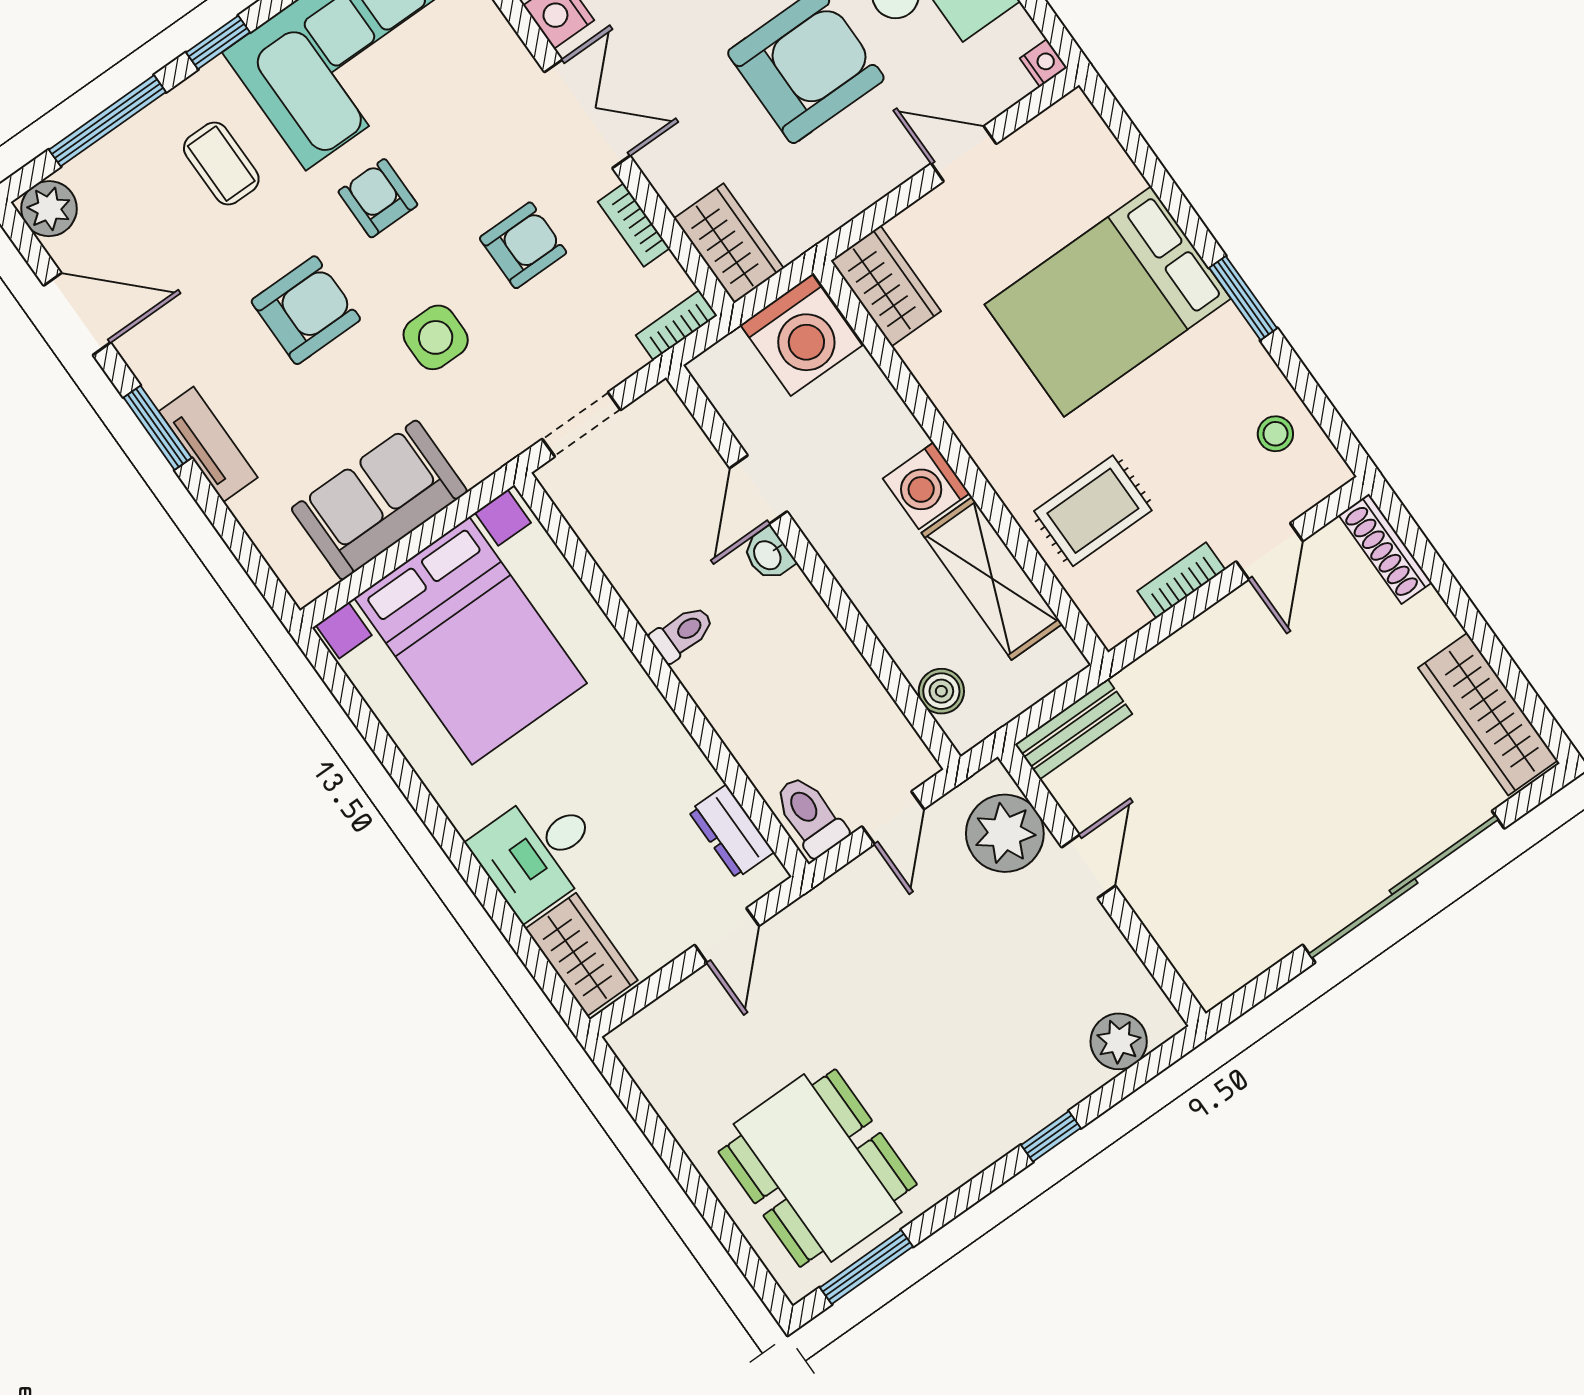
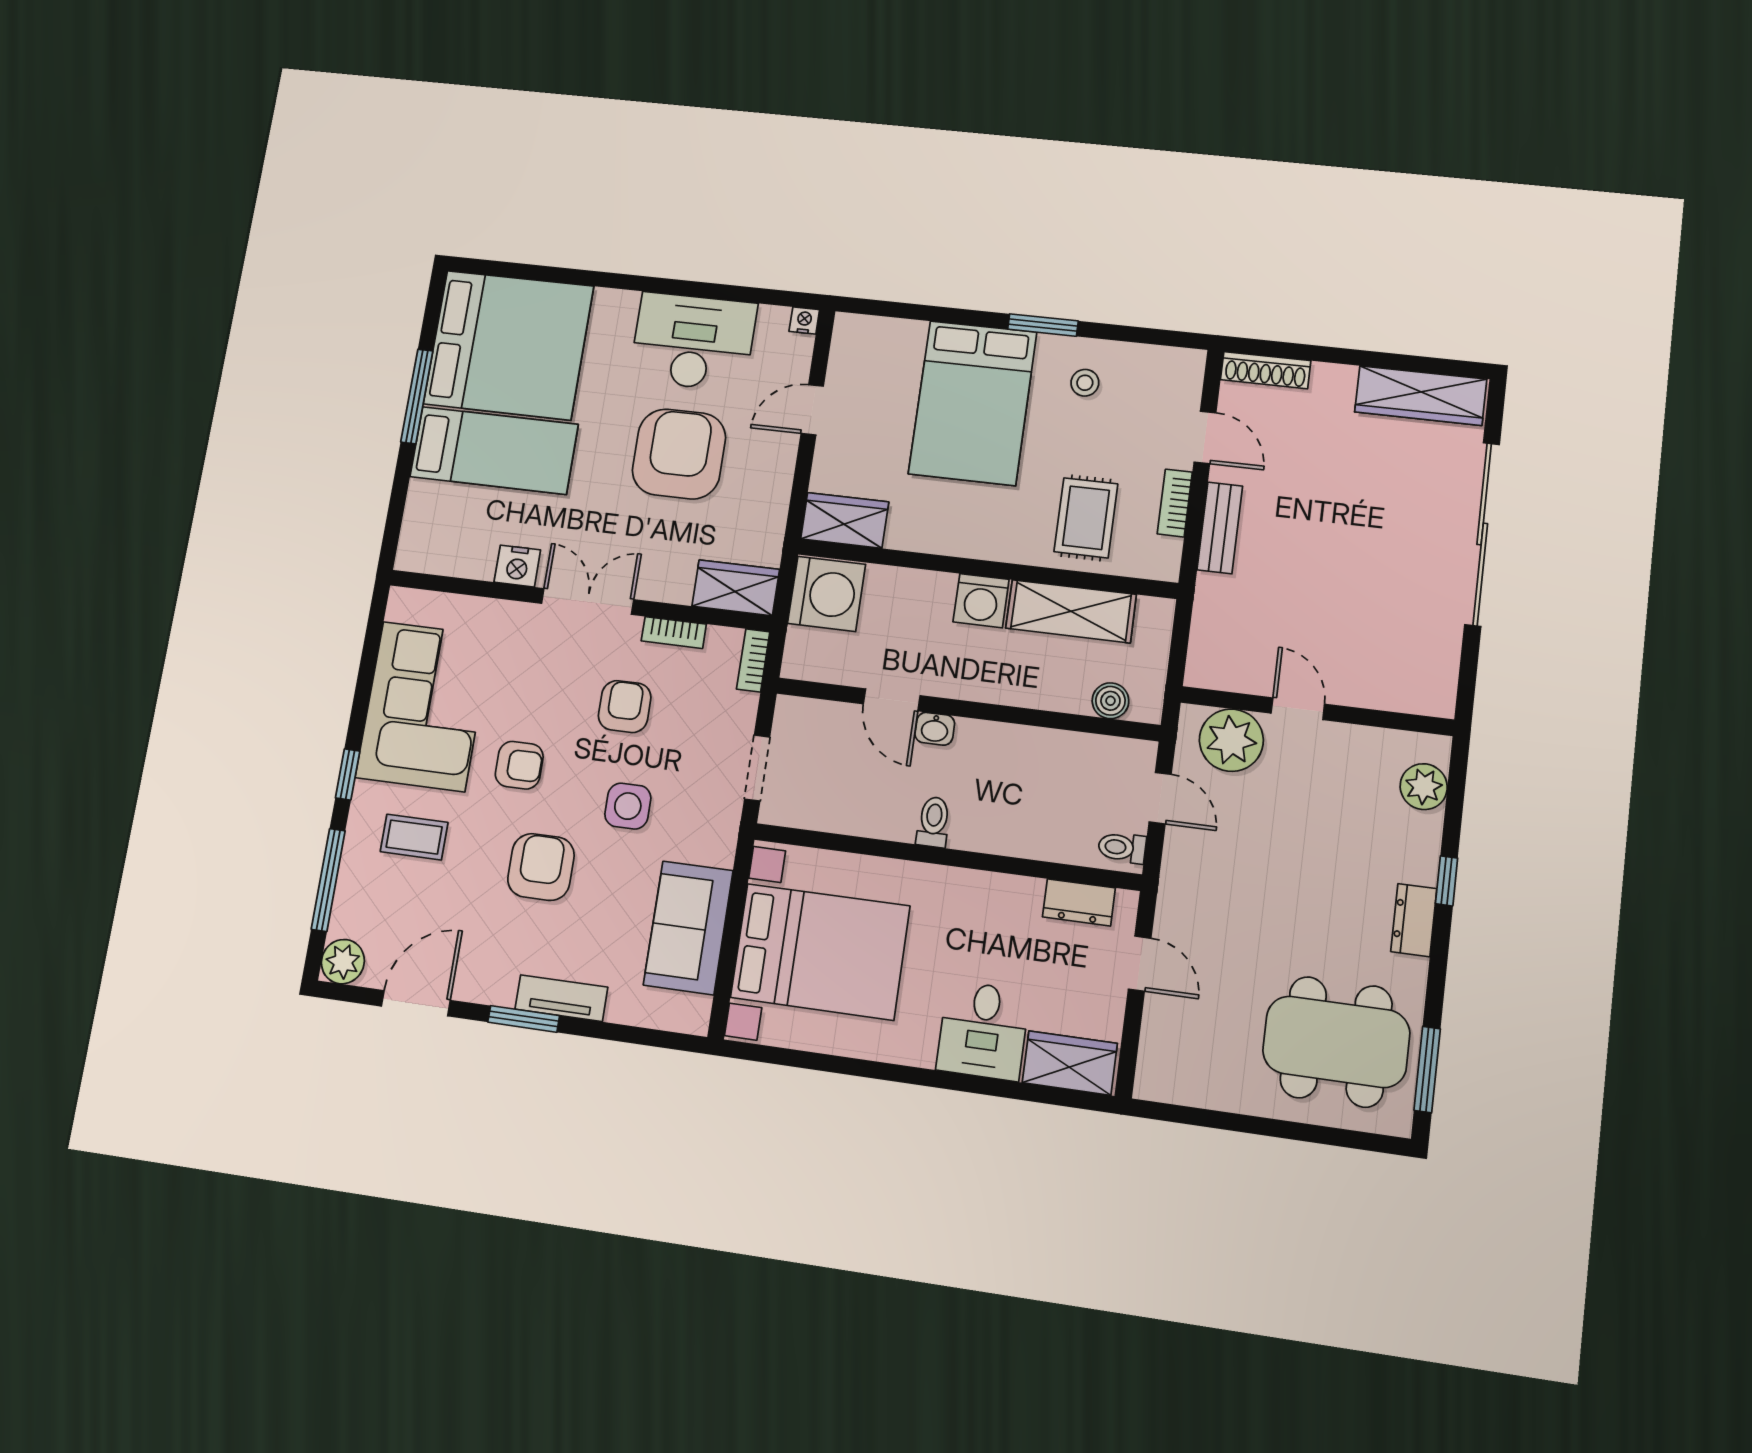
armchair: (378, 198) -> (519, 765), turned 180
stool: (1275, 434) -> (1085, 383), moved
bench: (1074, 729) -> (1220, 528), moved
toilet: (810, 816) -> (1122, 848), width x0.73, depth x0.72
dresser: (989, 1139) -> (1414, 920), added

